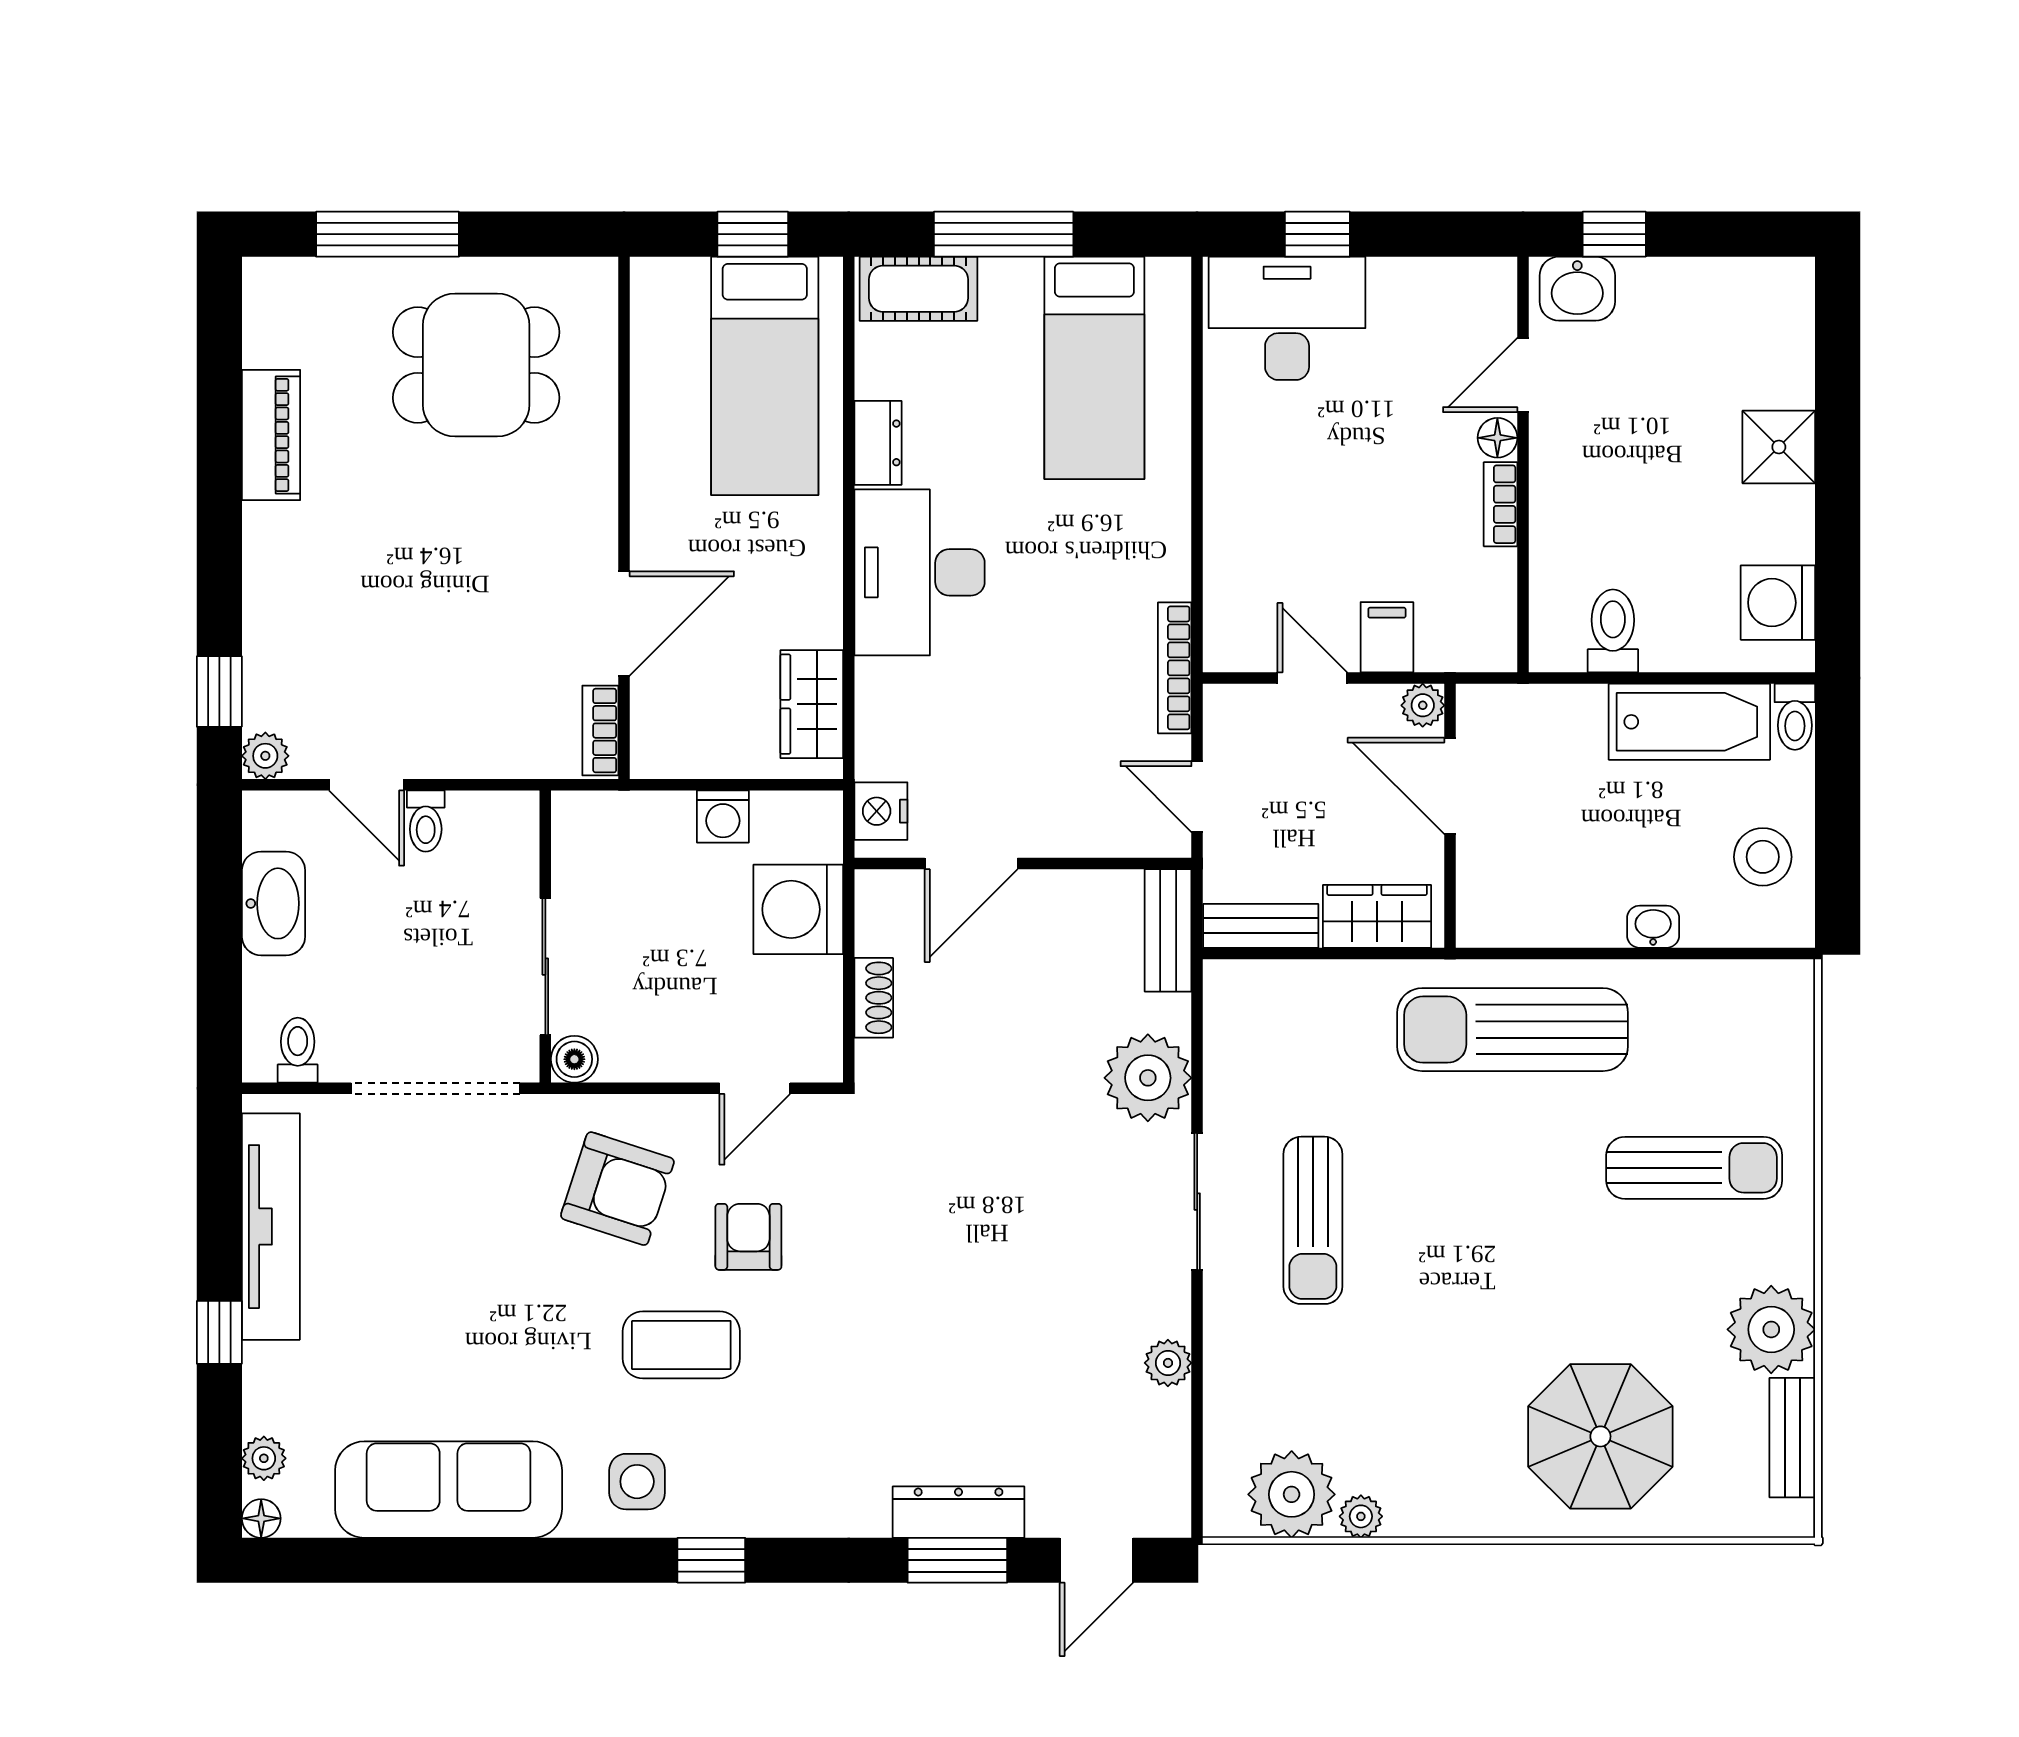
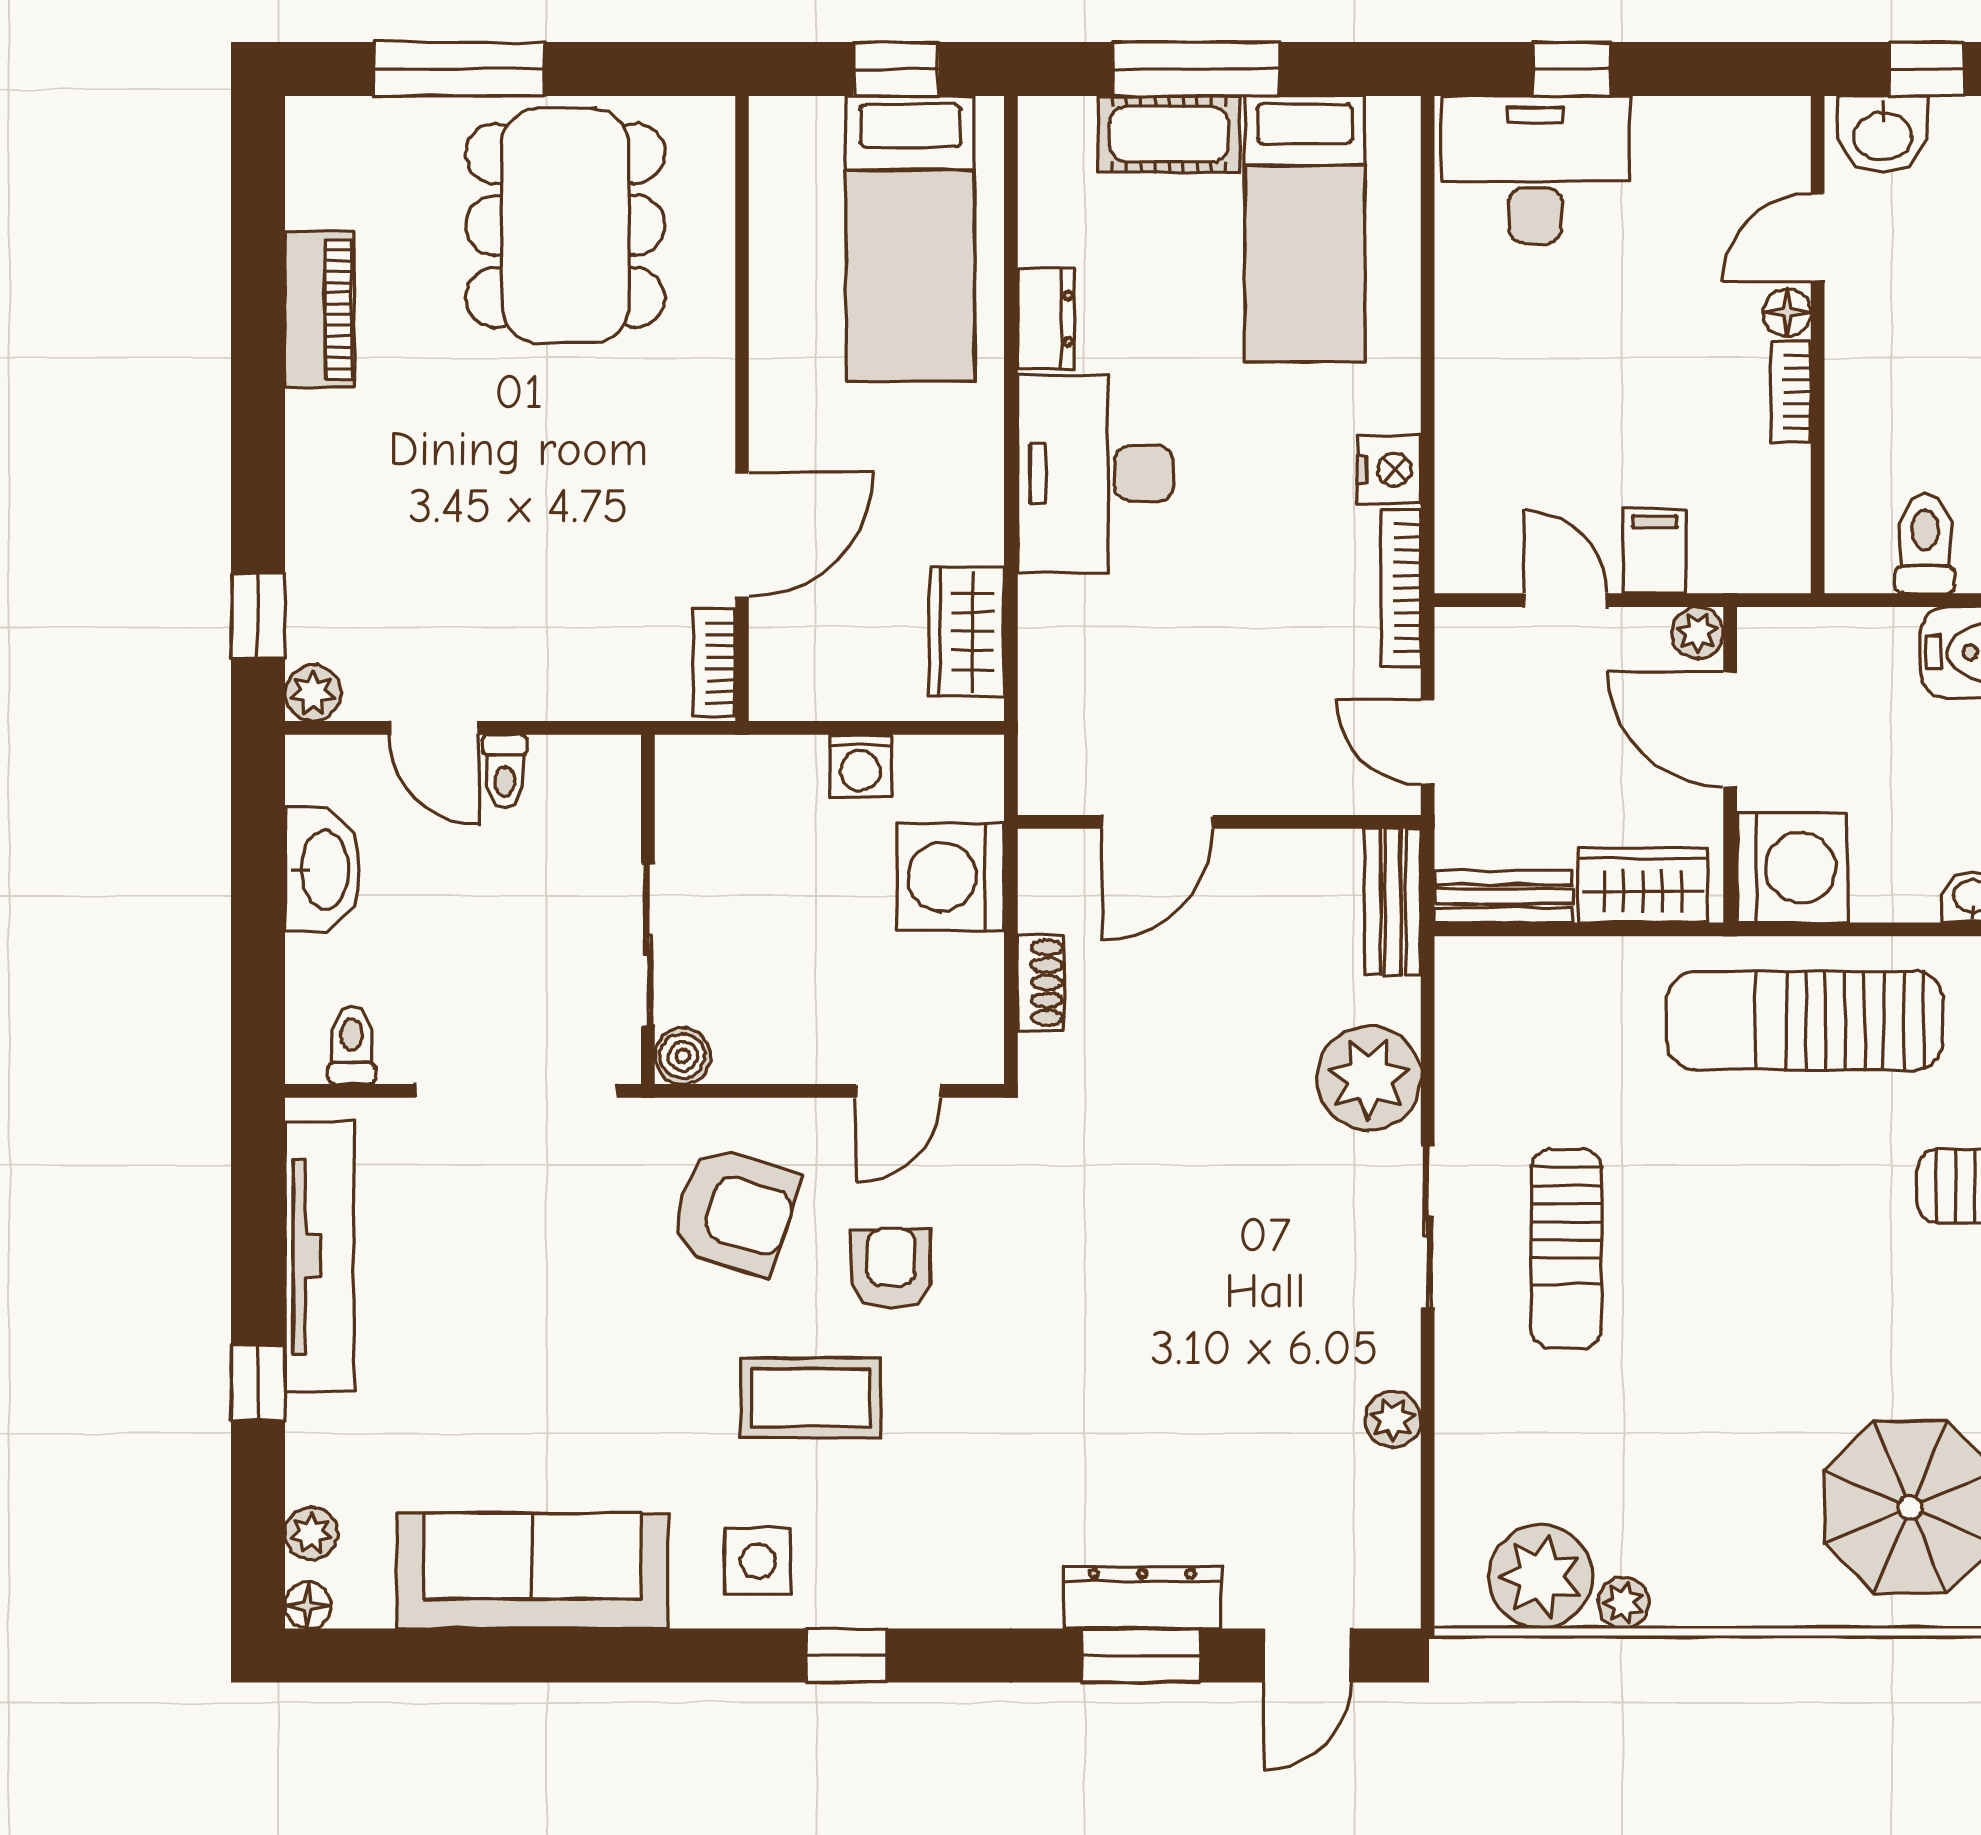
cot: (919, 289) -> (1169, 134), moved
dining table: (476, 365) -> (565, 225), width x1.38
nightstand: (881, 811) -> (1389, 470), moved, turned 180
washing machine: (1502, 902) -> (1792, 867), added

